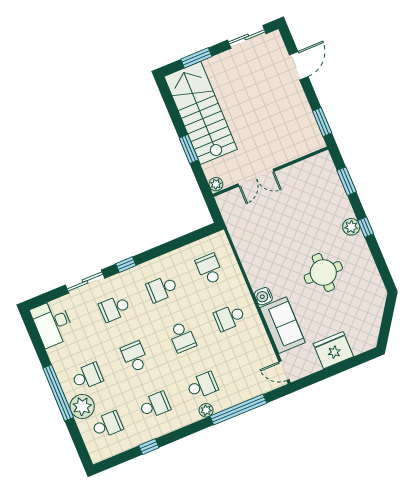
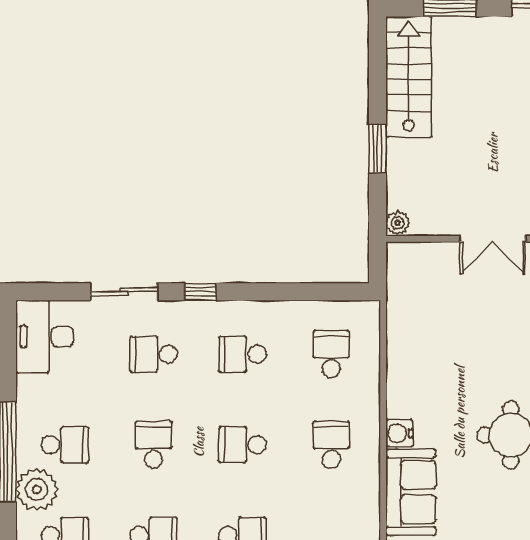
stairs: (201, 113) -> (409, 77), width x0.73, depth x0.66
double door: (256, 178) -> (493, 239), moved
school desk: (230, 317) -> (331, 445), turned 90
school desk: (182, 337) -> (242, 445), turned 90

